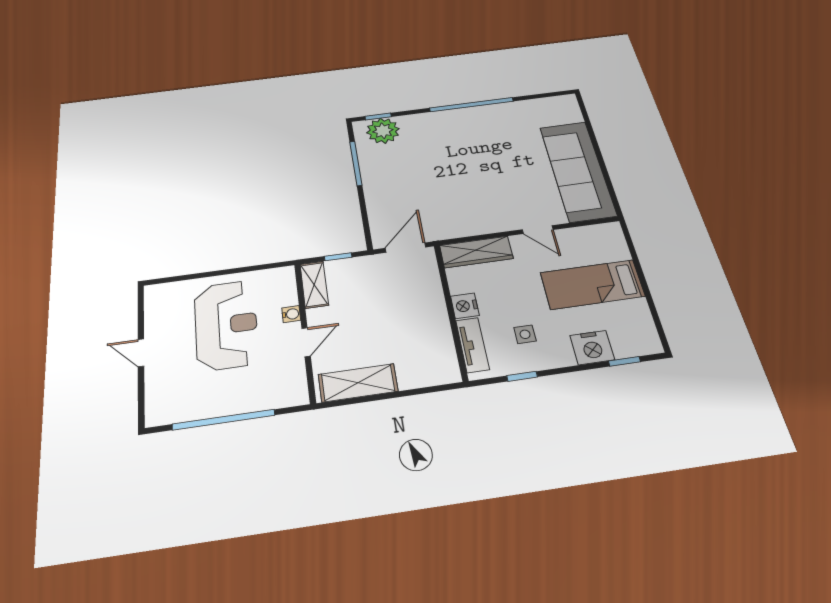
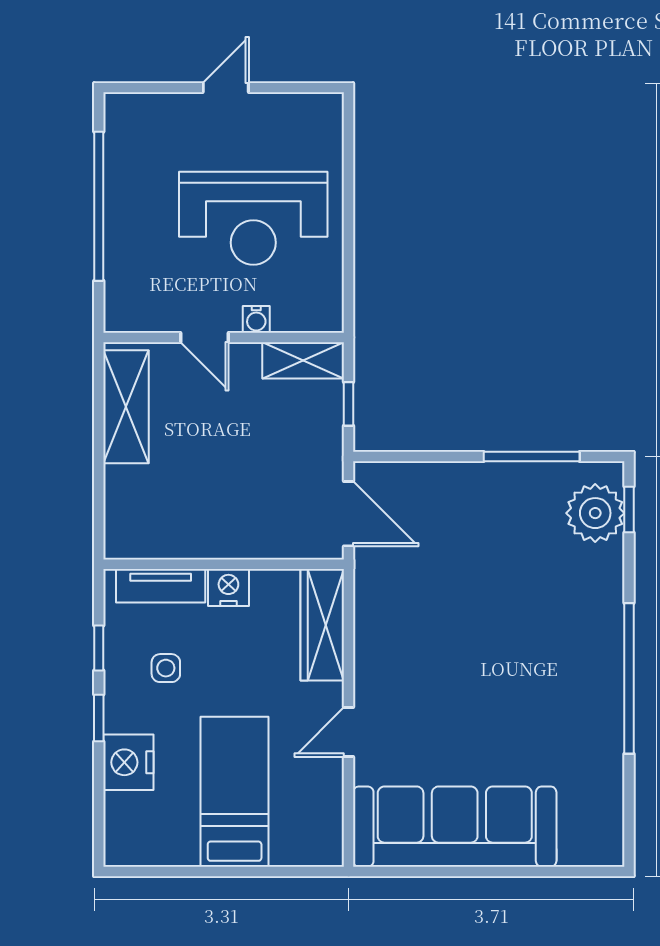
window: (624, 361) -> (99, 718), moved

